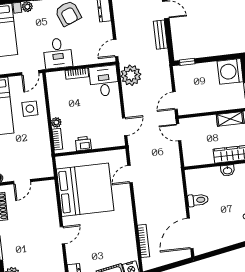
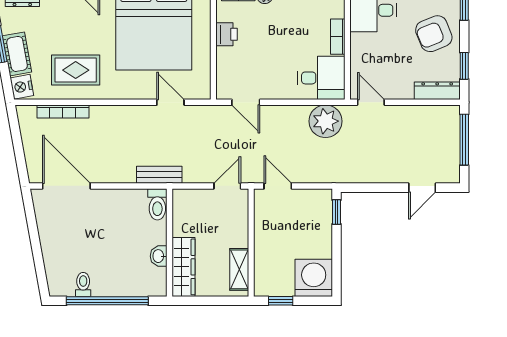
bench: (160, 35) -> (159, 175), moved
toilet: (198, 200) -> (157, 204), moved
rug: (117, 236) -> (76, 70), added

